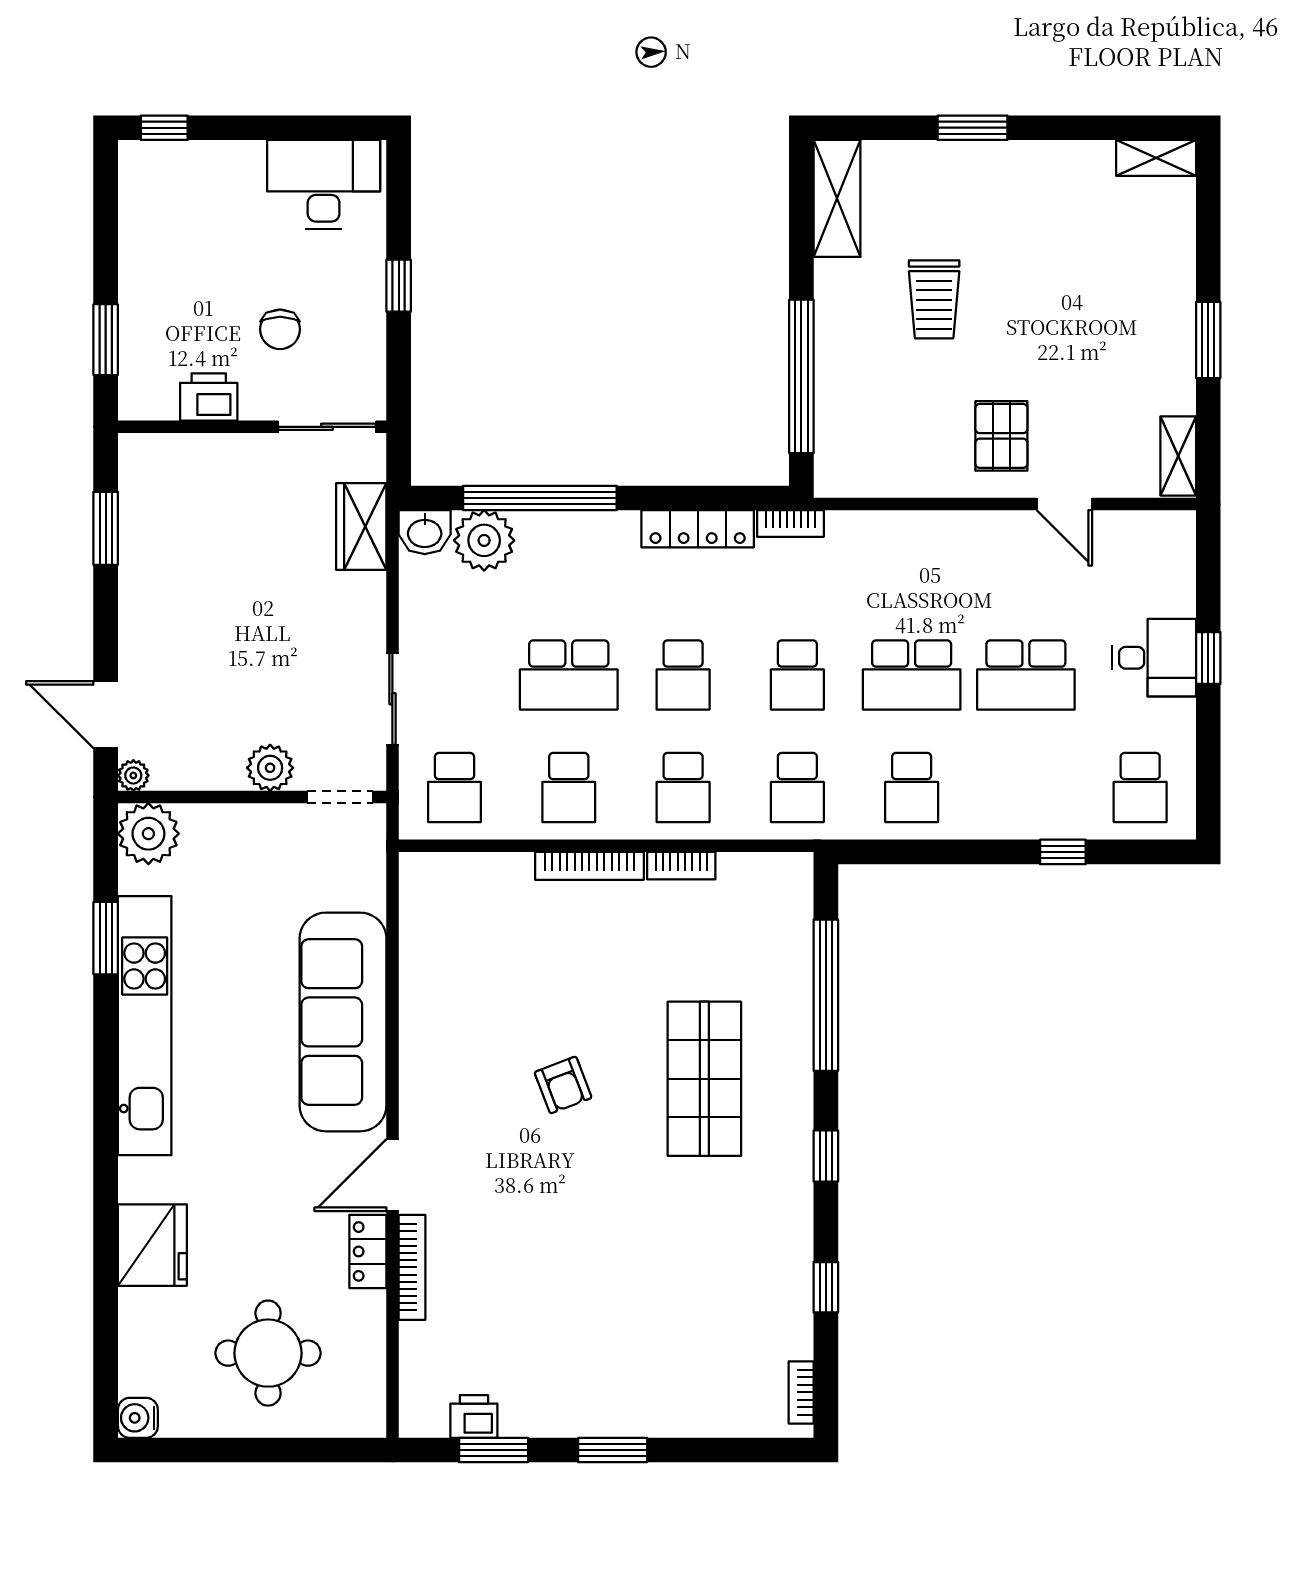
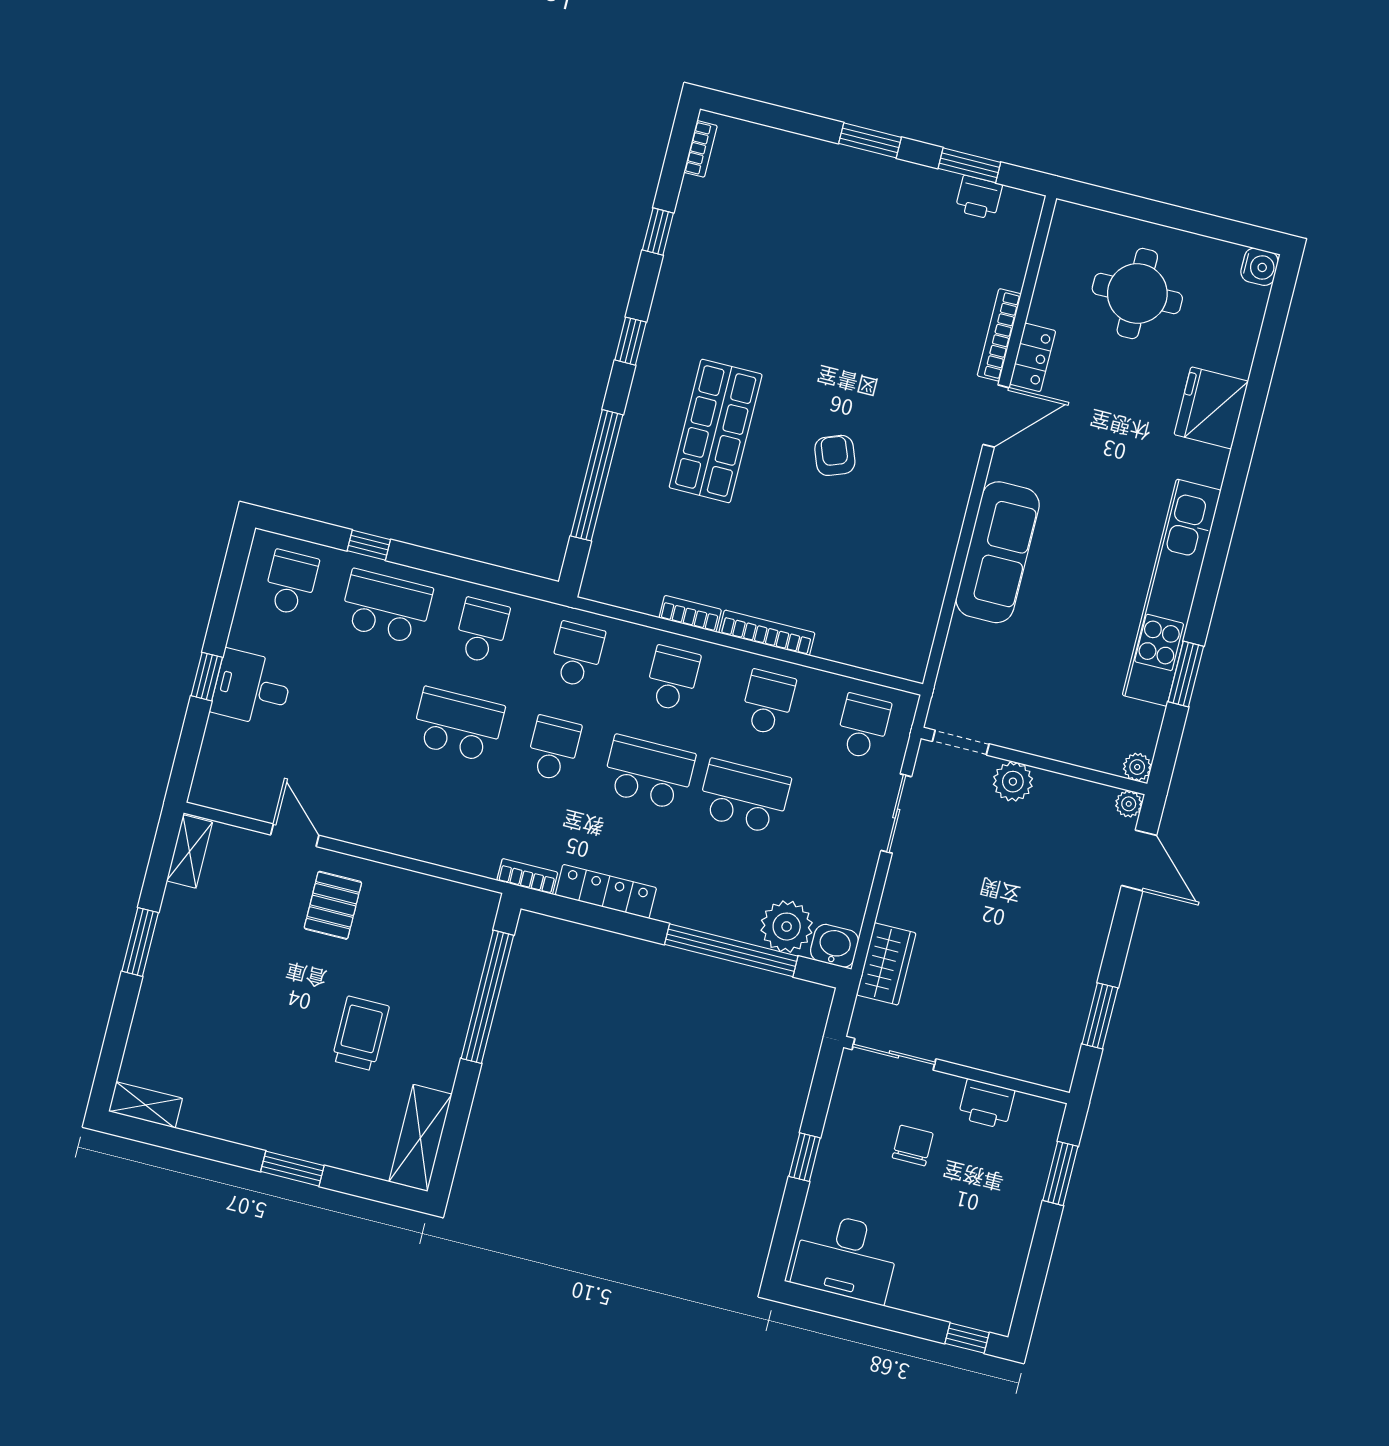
school desk: (683, 675) -> (649, 773), width x1.85
school desk: (1026, 675) -> (386, 607), moved
plant: (148, 834) -> (1137, 767), width x0.53, depth x0.53
sofa: (343, 1022) -> (998, 552), width x0.74, depth x0.79

